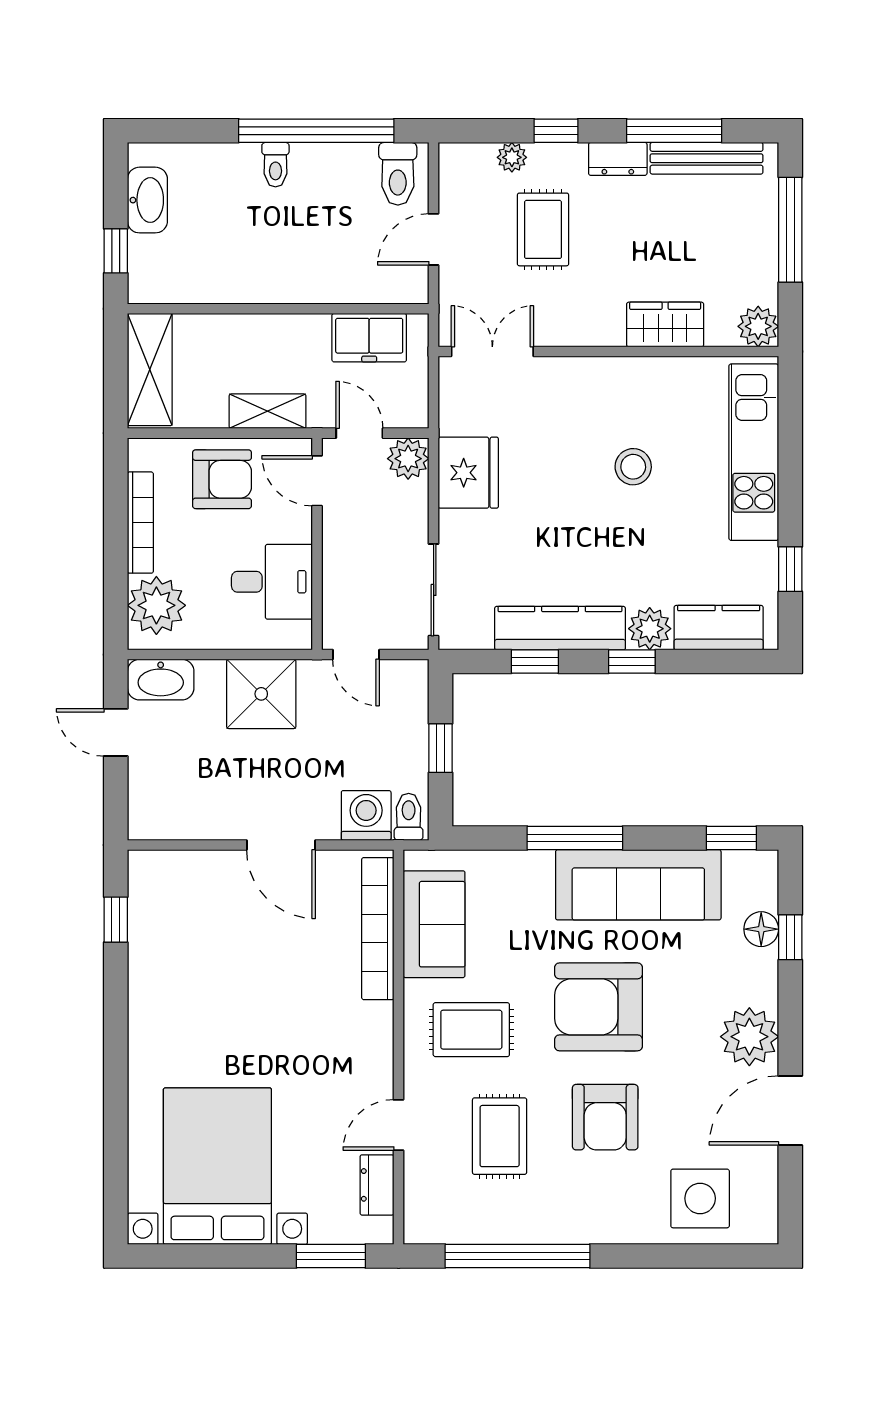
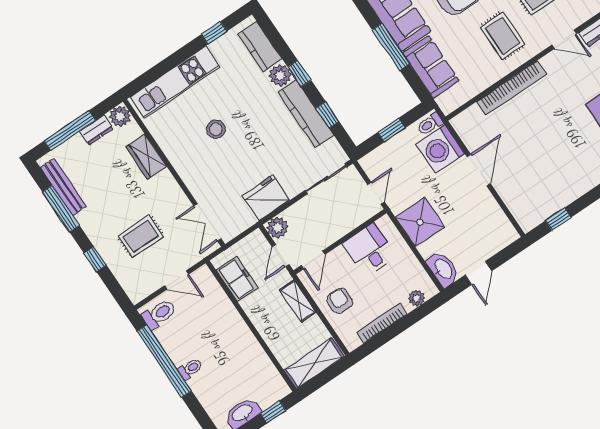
plant: (512, 157) -> (119, 270), removed
dresser: (618, 159) -> (96, 130), moved, turned 90
armchair: (222, 479) -> (340, 301), width x0.72, depth x0.72
plant: (156, 605) -> (417, 298), width x0.53, depth x0.53
washing machine: (366, 815) -> (440, 149), width x1.37, depth x1.37
sofa: (434, 924) -> (431, 67), moved, turned 90
bookcase: (378, 929) -> (511, 88), moved

